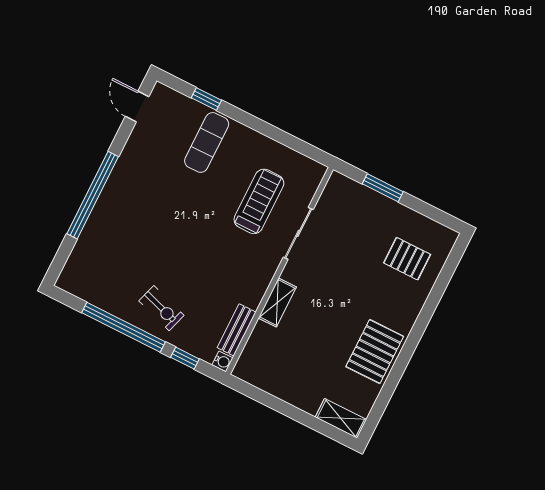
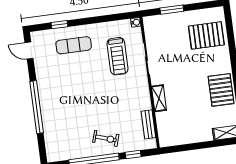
exercise mat: (207, 142) -> (74, 45), turned 90
treadmill: (259, 201) -> (117, 56), turned 180
pallet: (407, 259) -> (206, 35), width x1.50, depth x1.42
water cooler: (222, 361) -> (136, 22), moved

